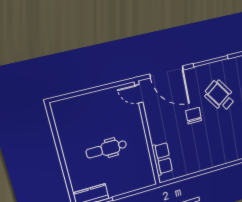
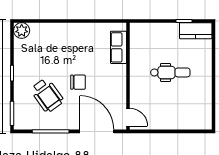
chair: (194, 116) -> (78, 82), turned -90

